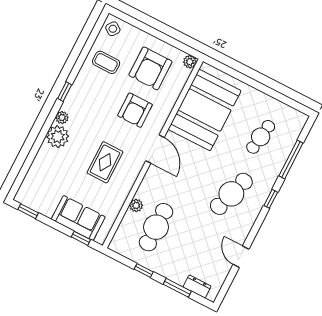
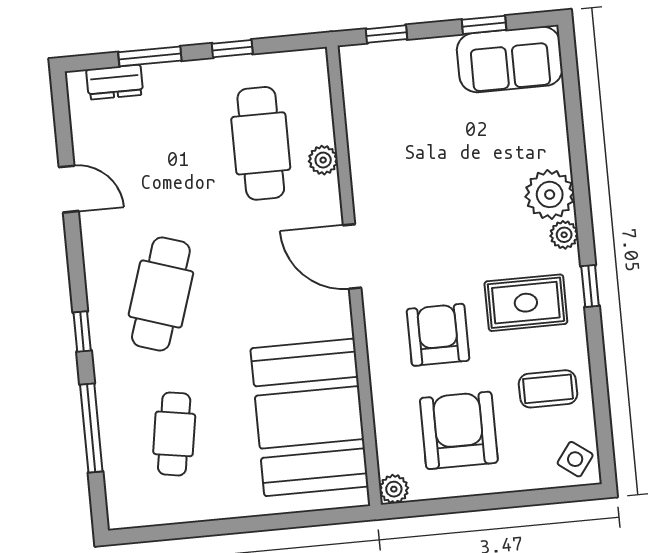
door: (155, 149) -> (352, 256), moved
rug: (105, 162) -> (526, 303), moved, turned 90
window: (28, 211) -> (484, 25), moved
sofa: (78, 218) -> (510, 59), moved

